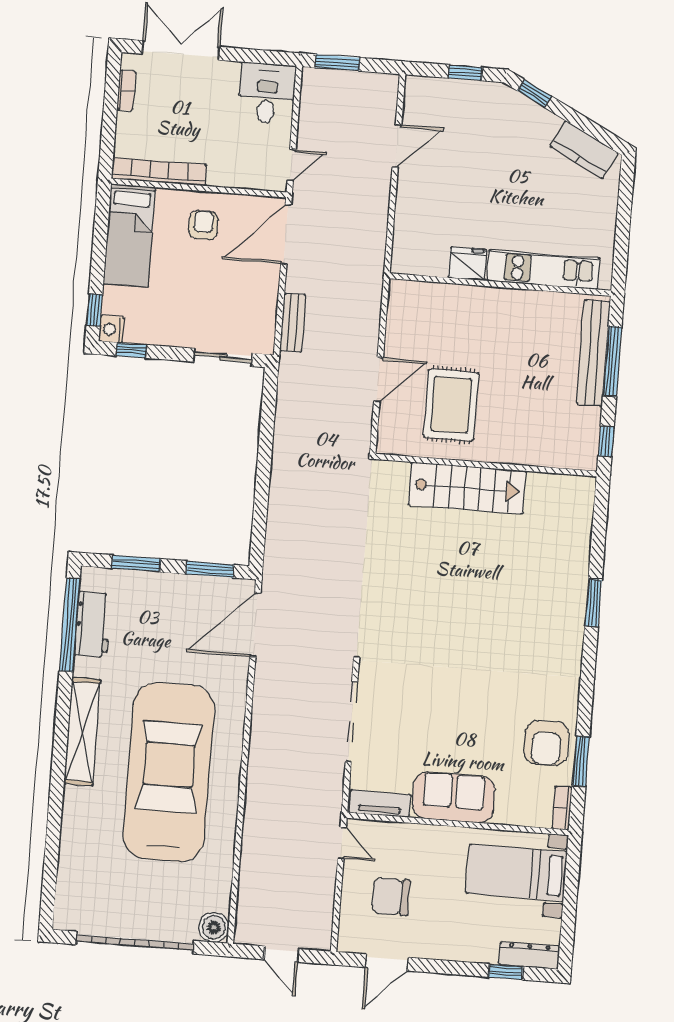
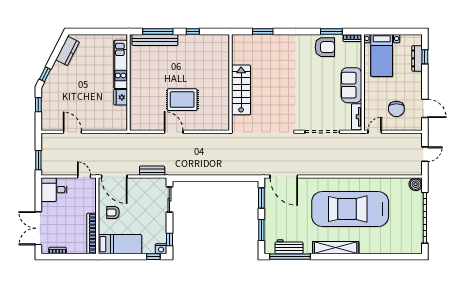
wall: (486, 465) -> (231, 82), moved
stairs: (467, 488) -> (241, 90), moved
dresser: (529, 955) -> (417, 58), moved

